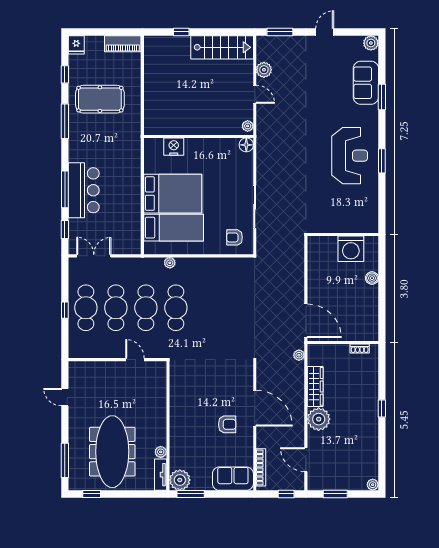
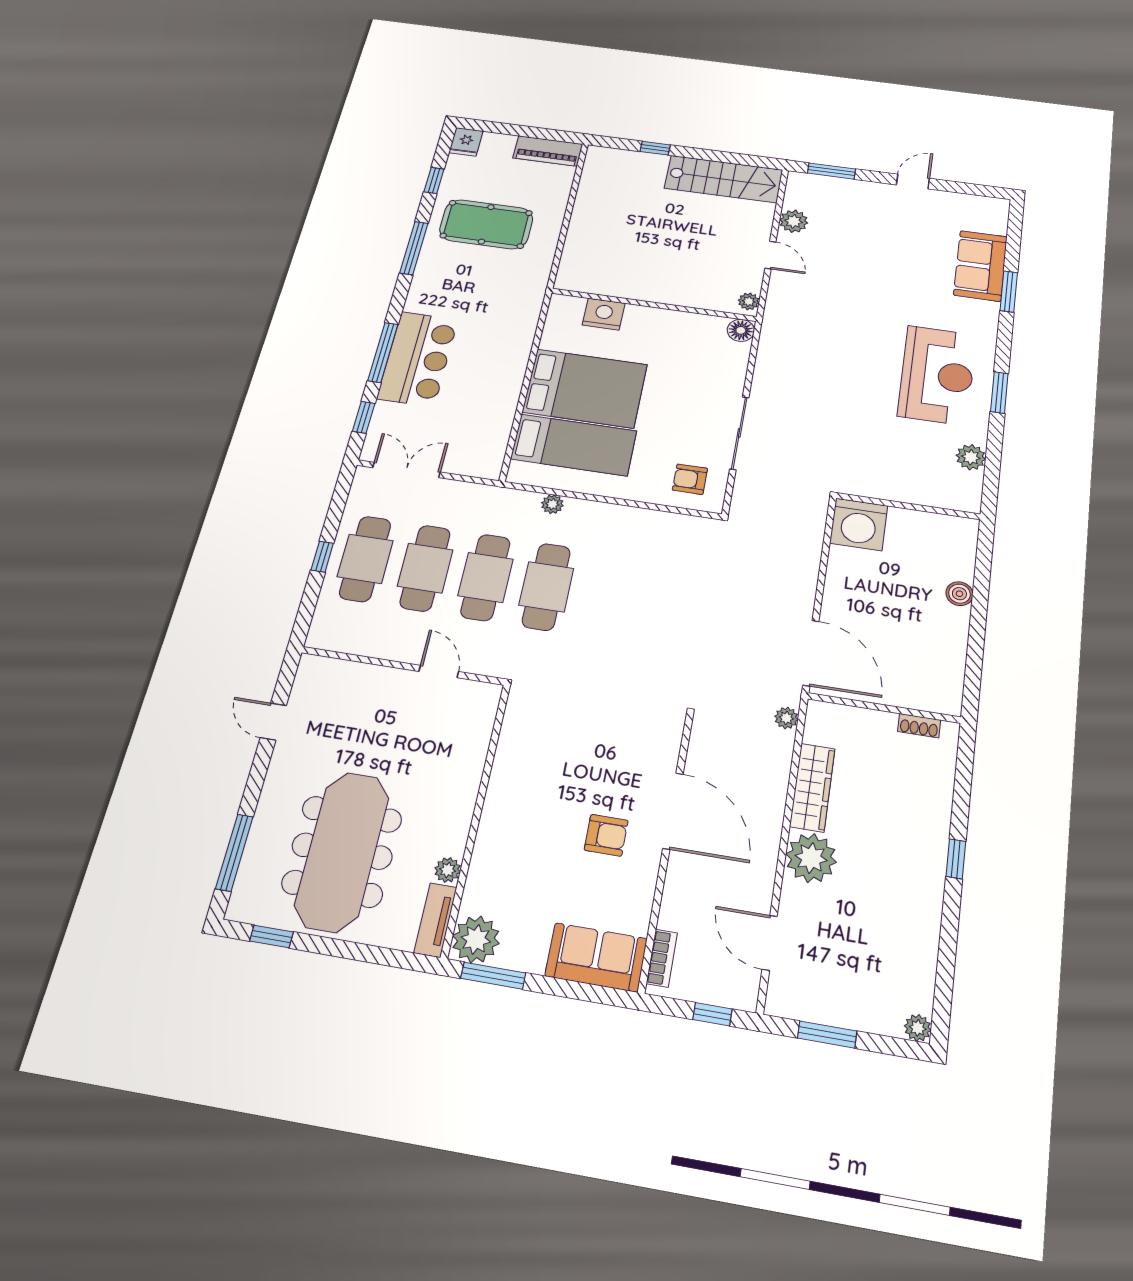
plant: (371, 43) -> (971, 457), moved
washing machine: (351, 249) -> (859, 524), moved
bookcase: (261, 467) -> (662, 958), width x0.64

